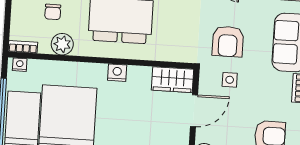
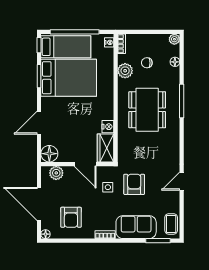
armchair: (228, 41) -> (134, 184), turned 90
nightstand: (117, 73) -> (108, 127), moved

